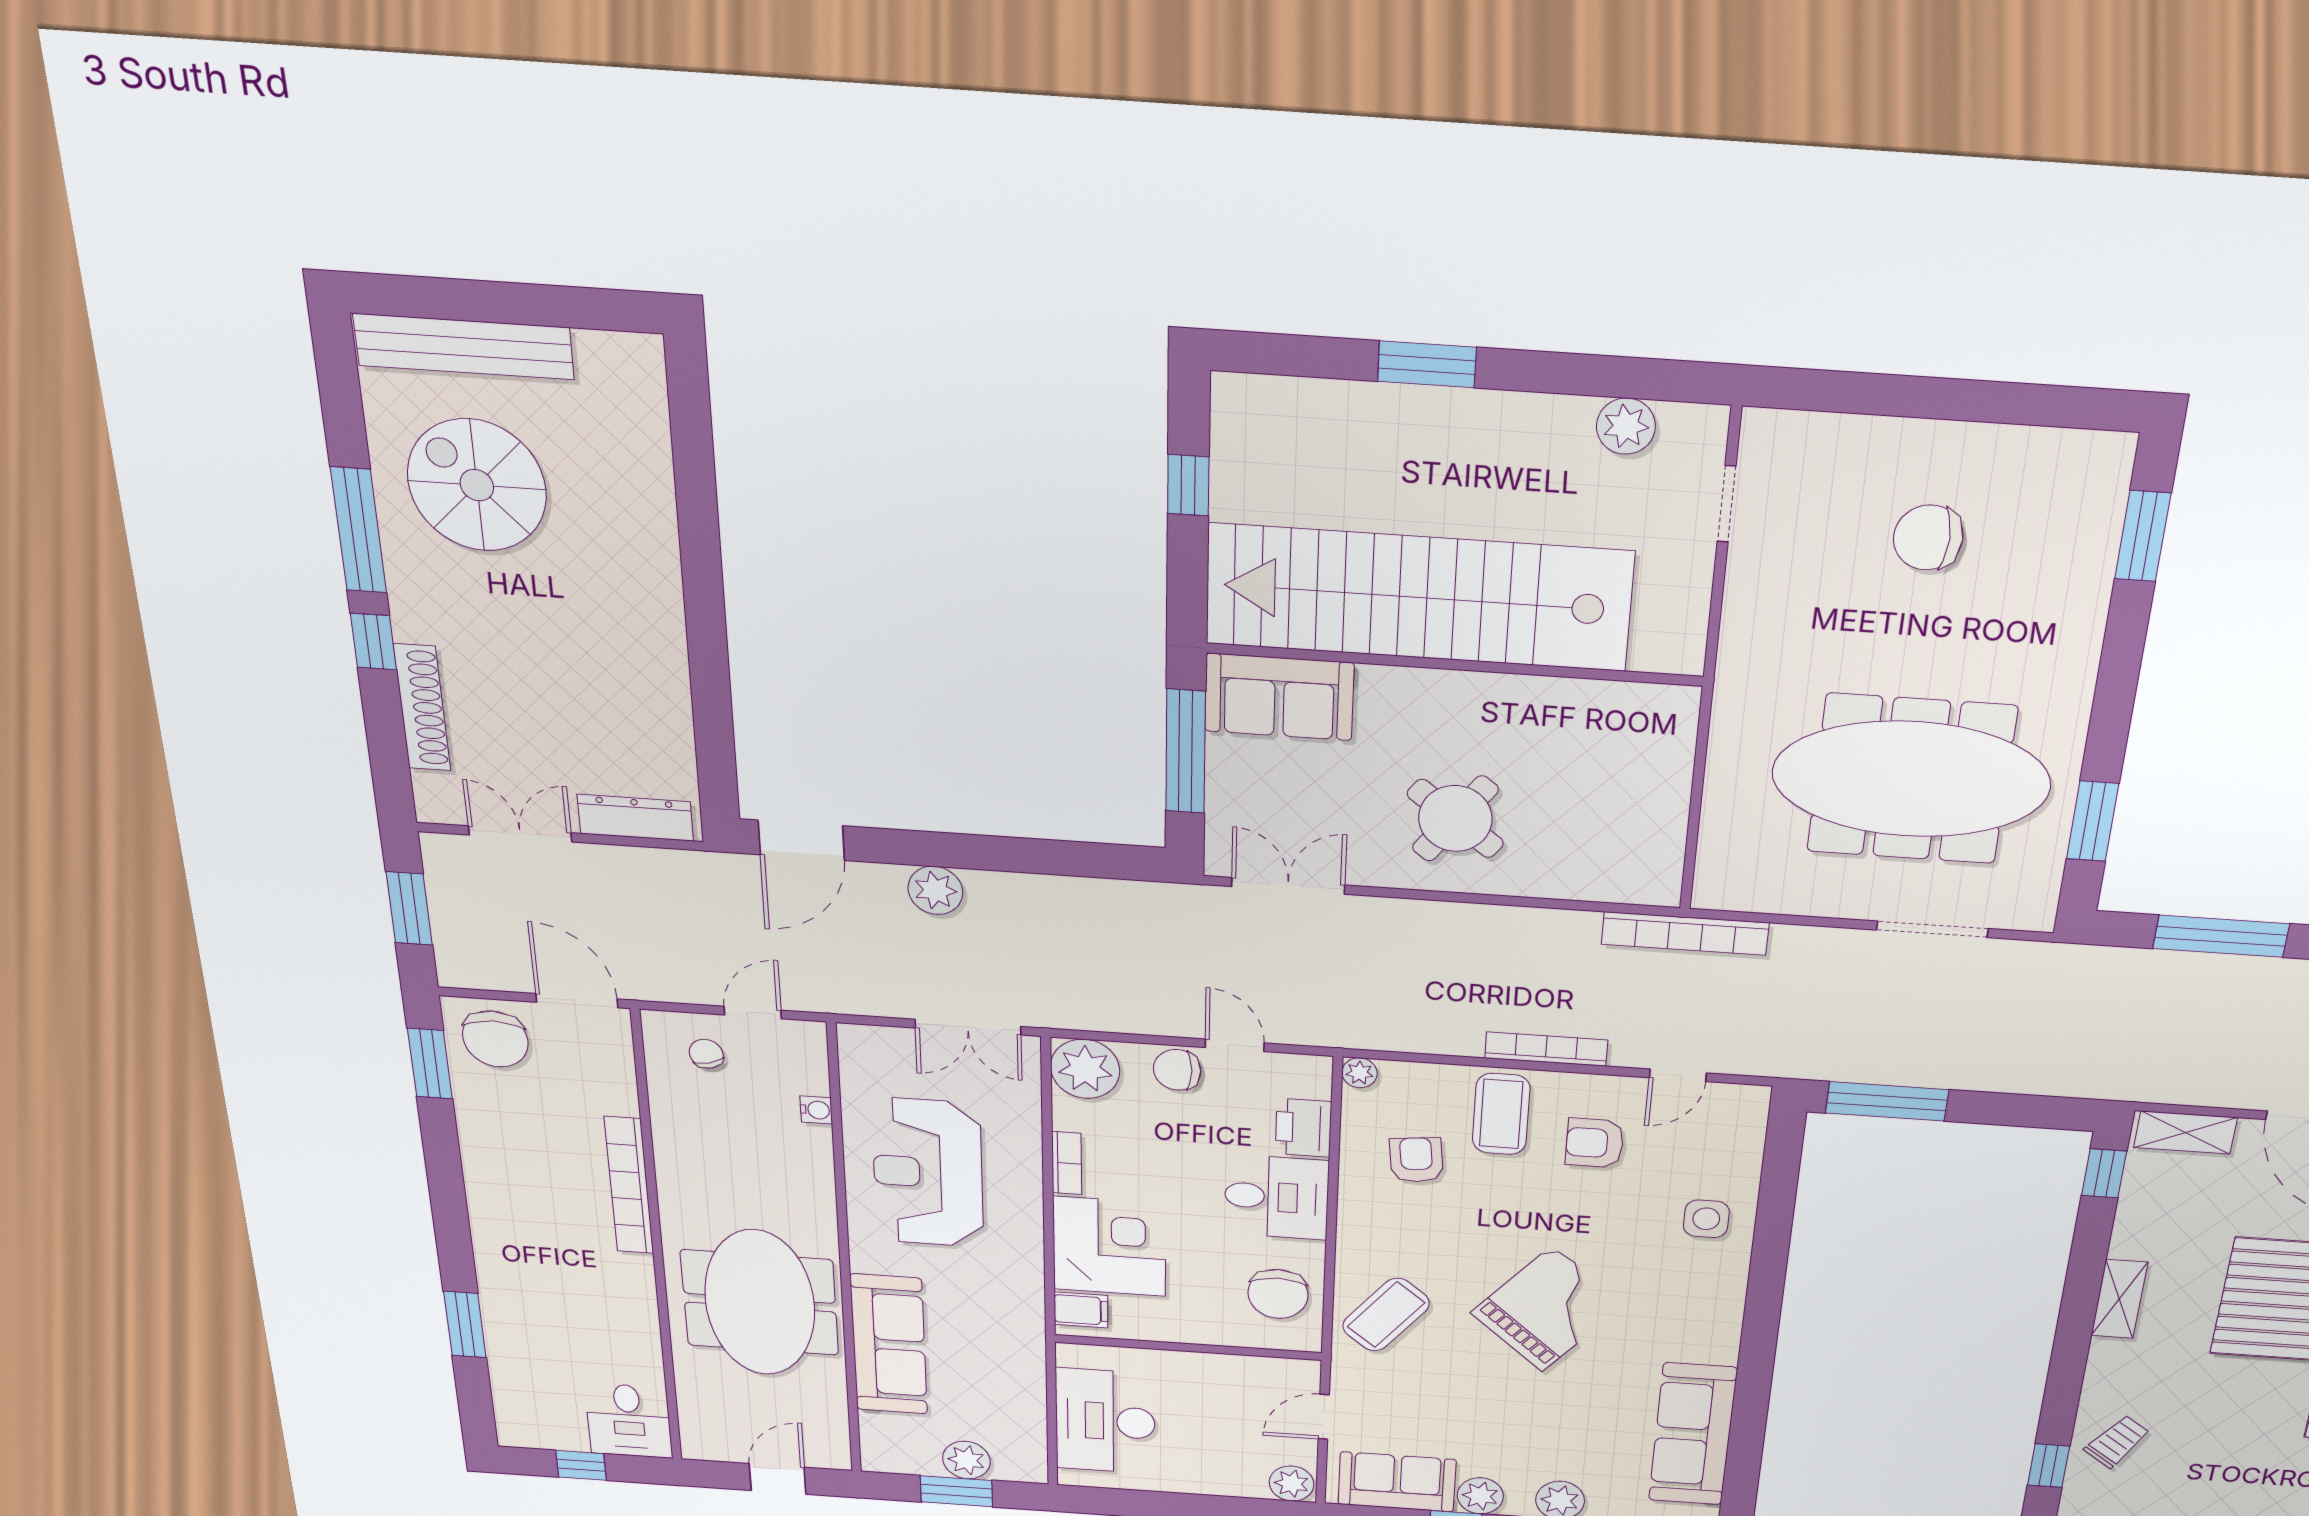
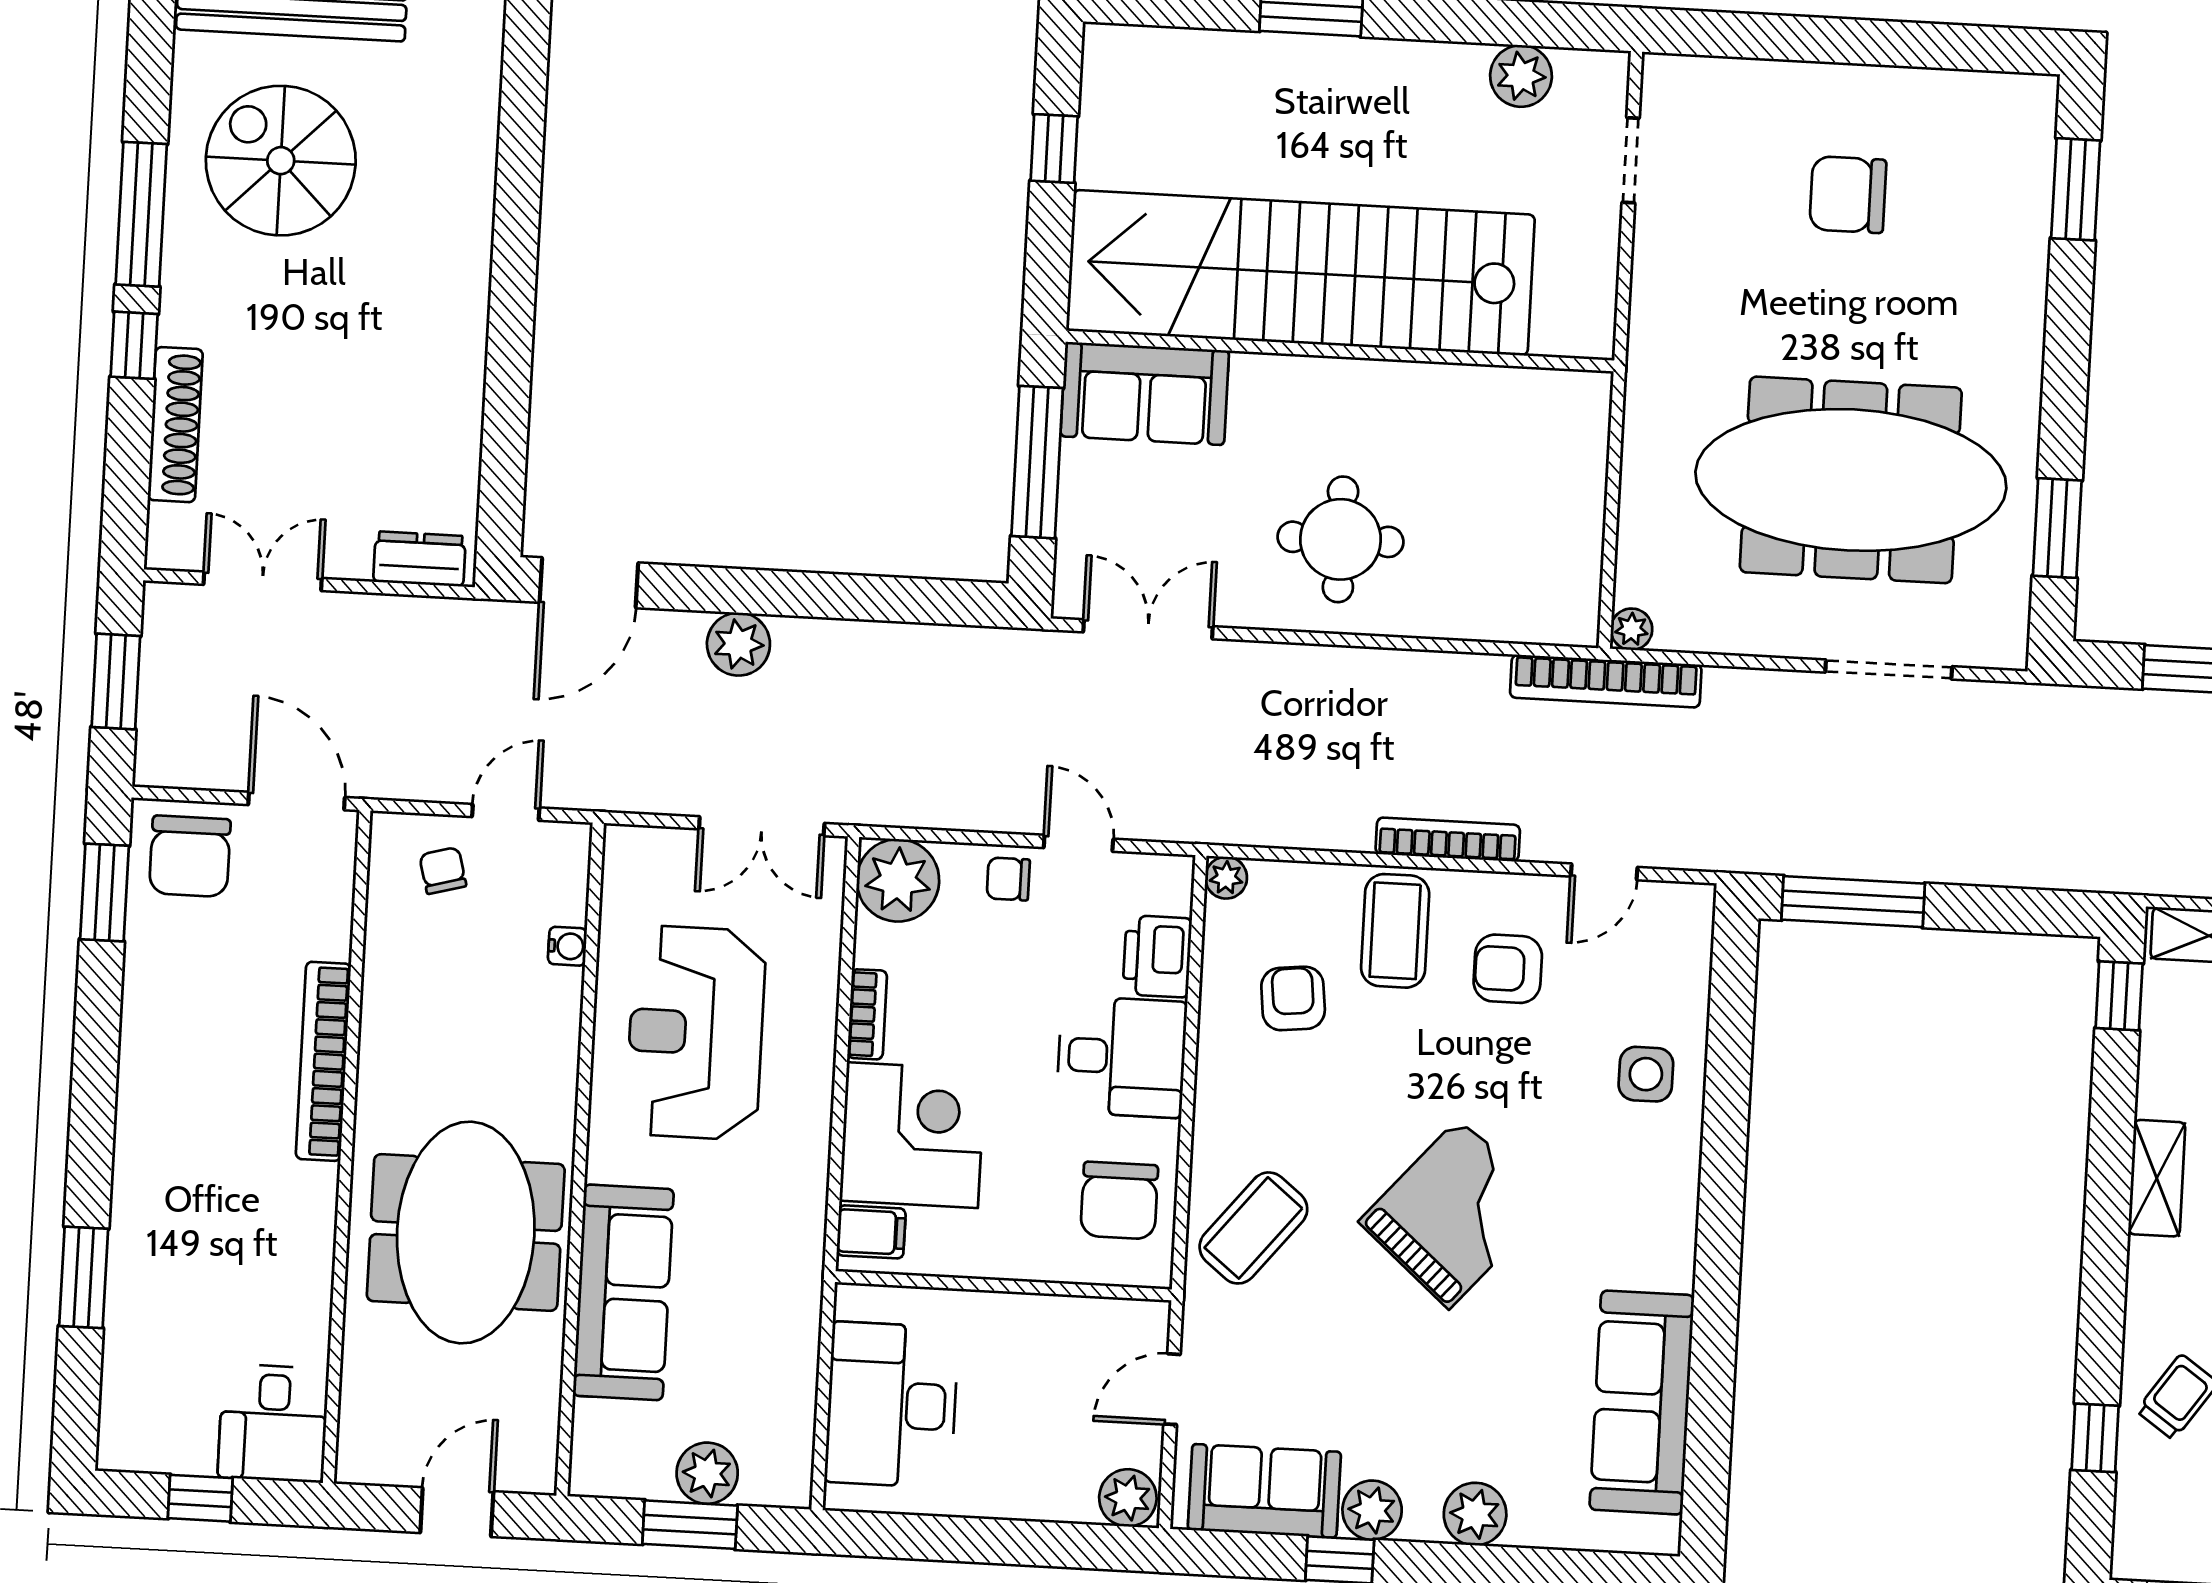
dresser: (635, 818) -> (419, 559), width x0.70
round table: (1455, 818) -> (1340, 539), turned -37
plant: (1709, 894) -> (1631, 629), added
chair: (1177, 1070) -> (1008, 879), width x0.73, depth x0.73

